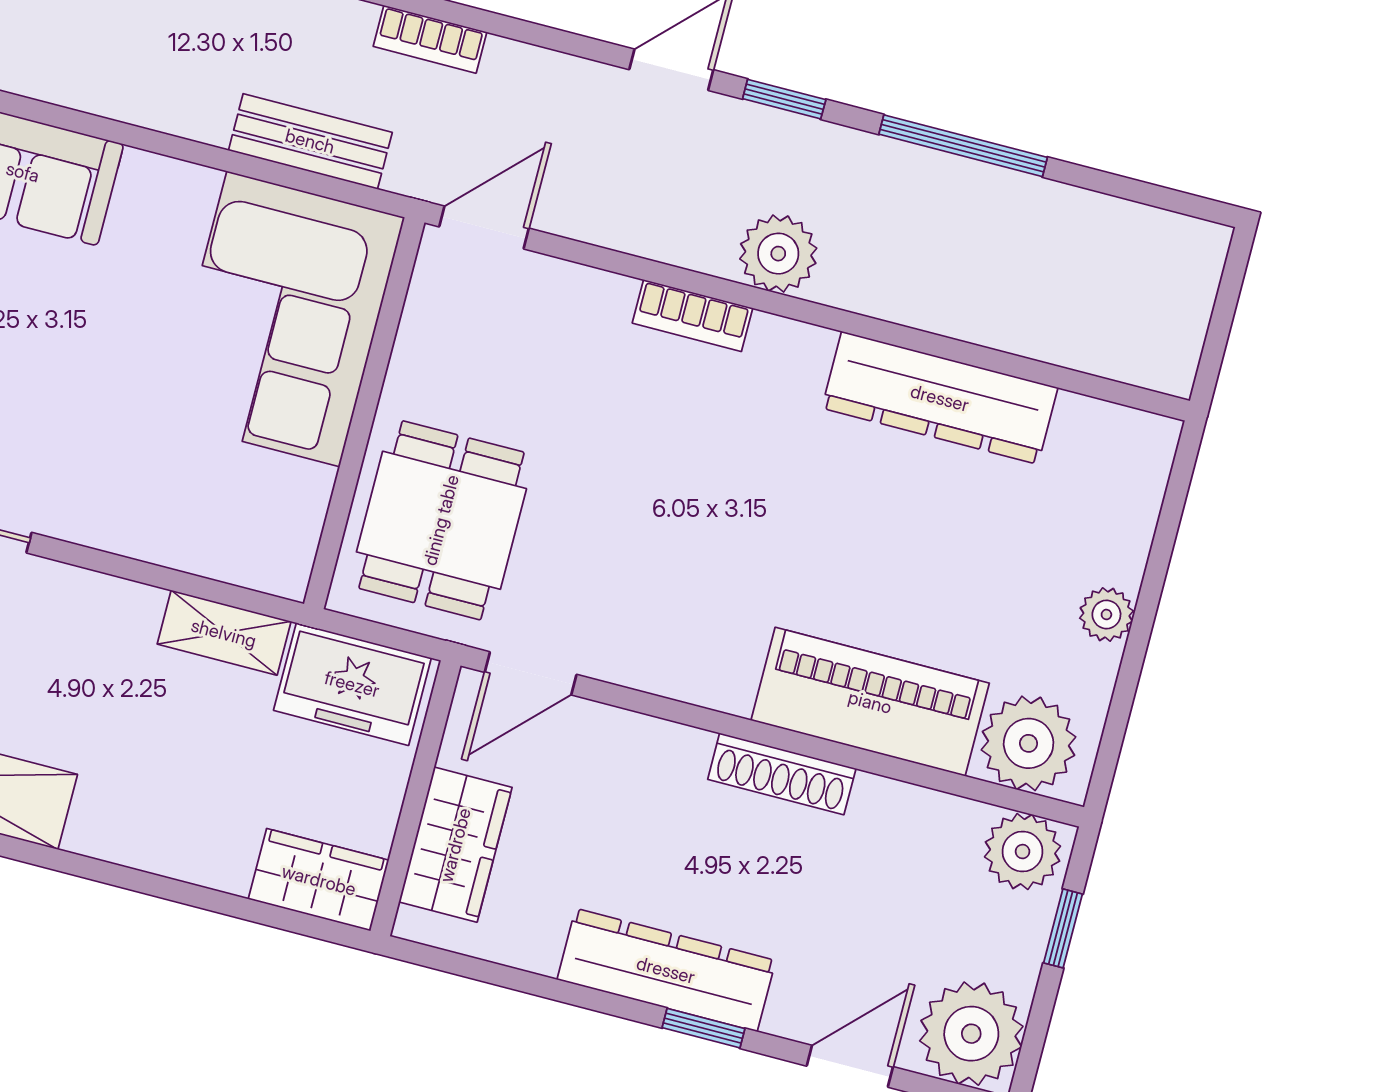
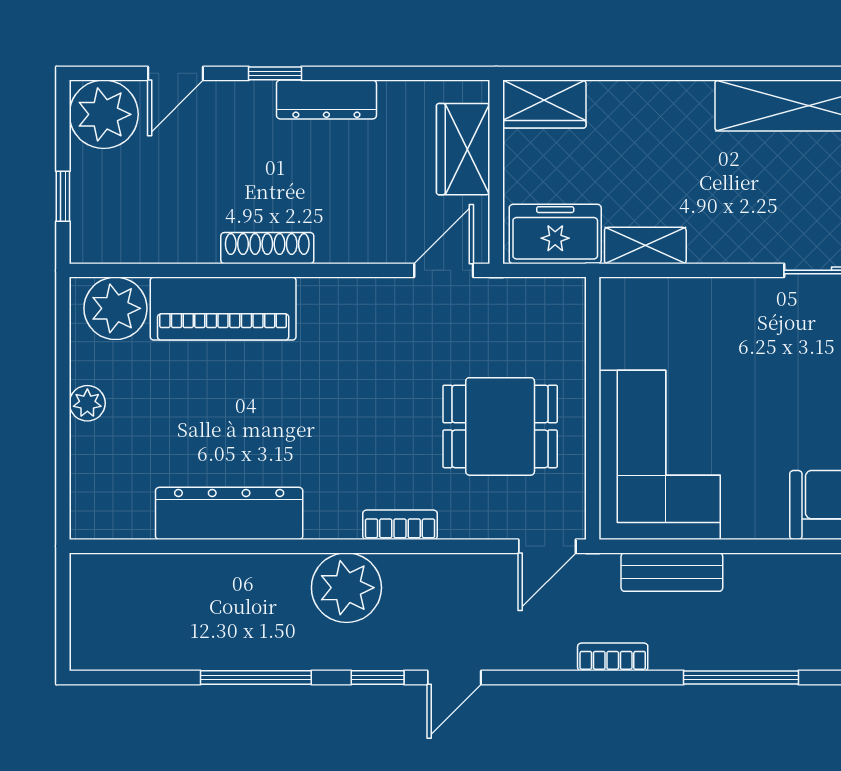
plant: (778, 254) -> (346, 588), width x1.36, depth x1.36
dining table: (441, 520) -> (500, 426), moved, turned 90
plant: (1023, 852) -> (101, 239), removed
dresser: (666, 970) -> (326, 99), width x0.73, depth x0.80

